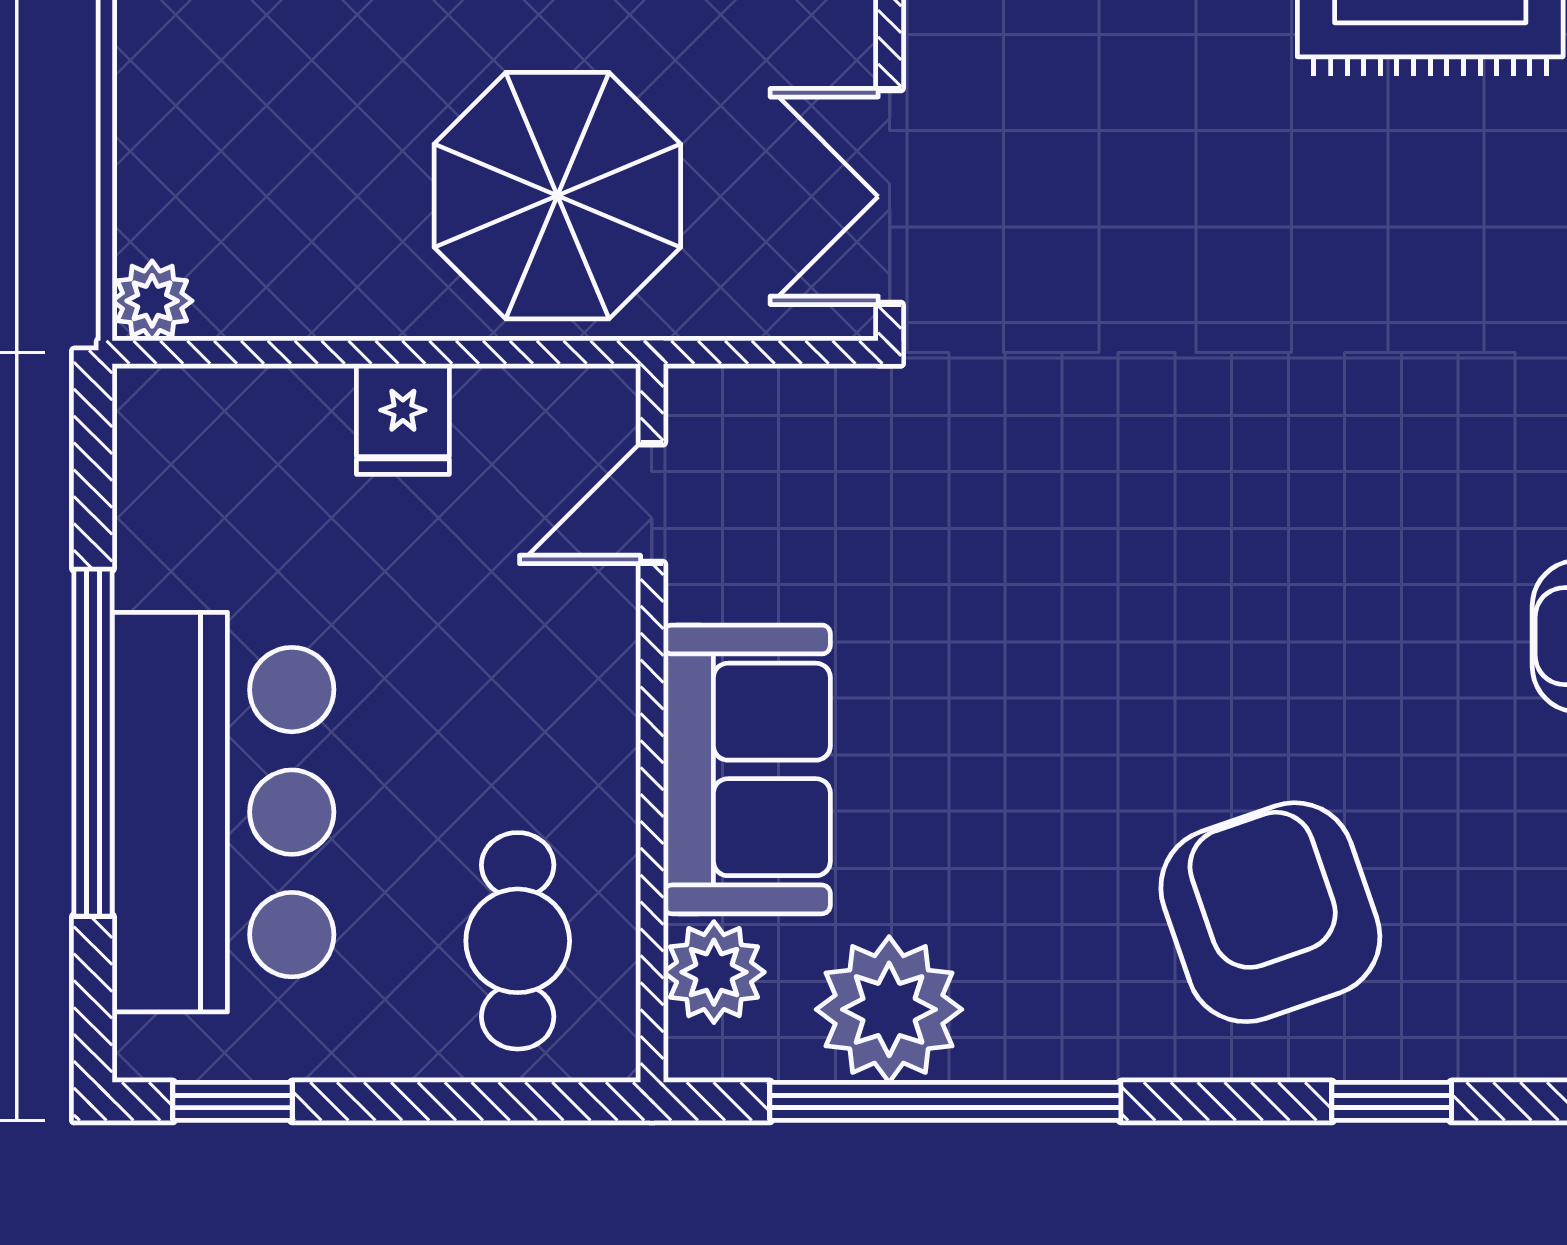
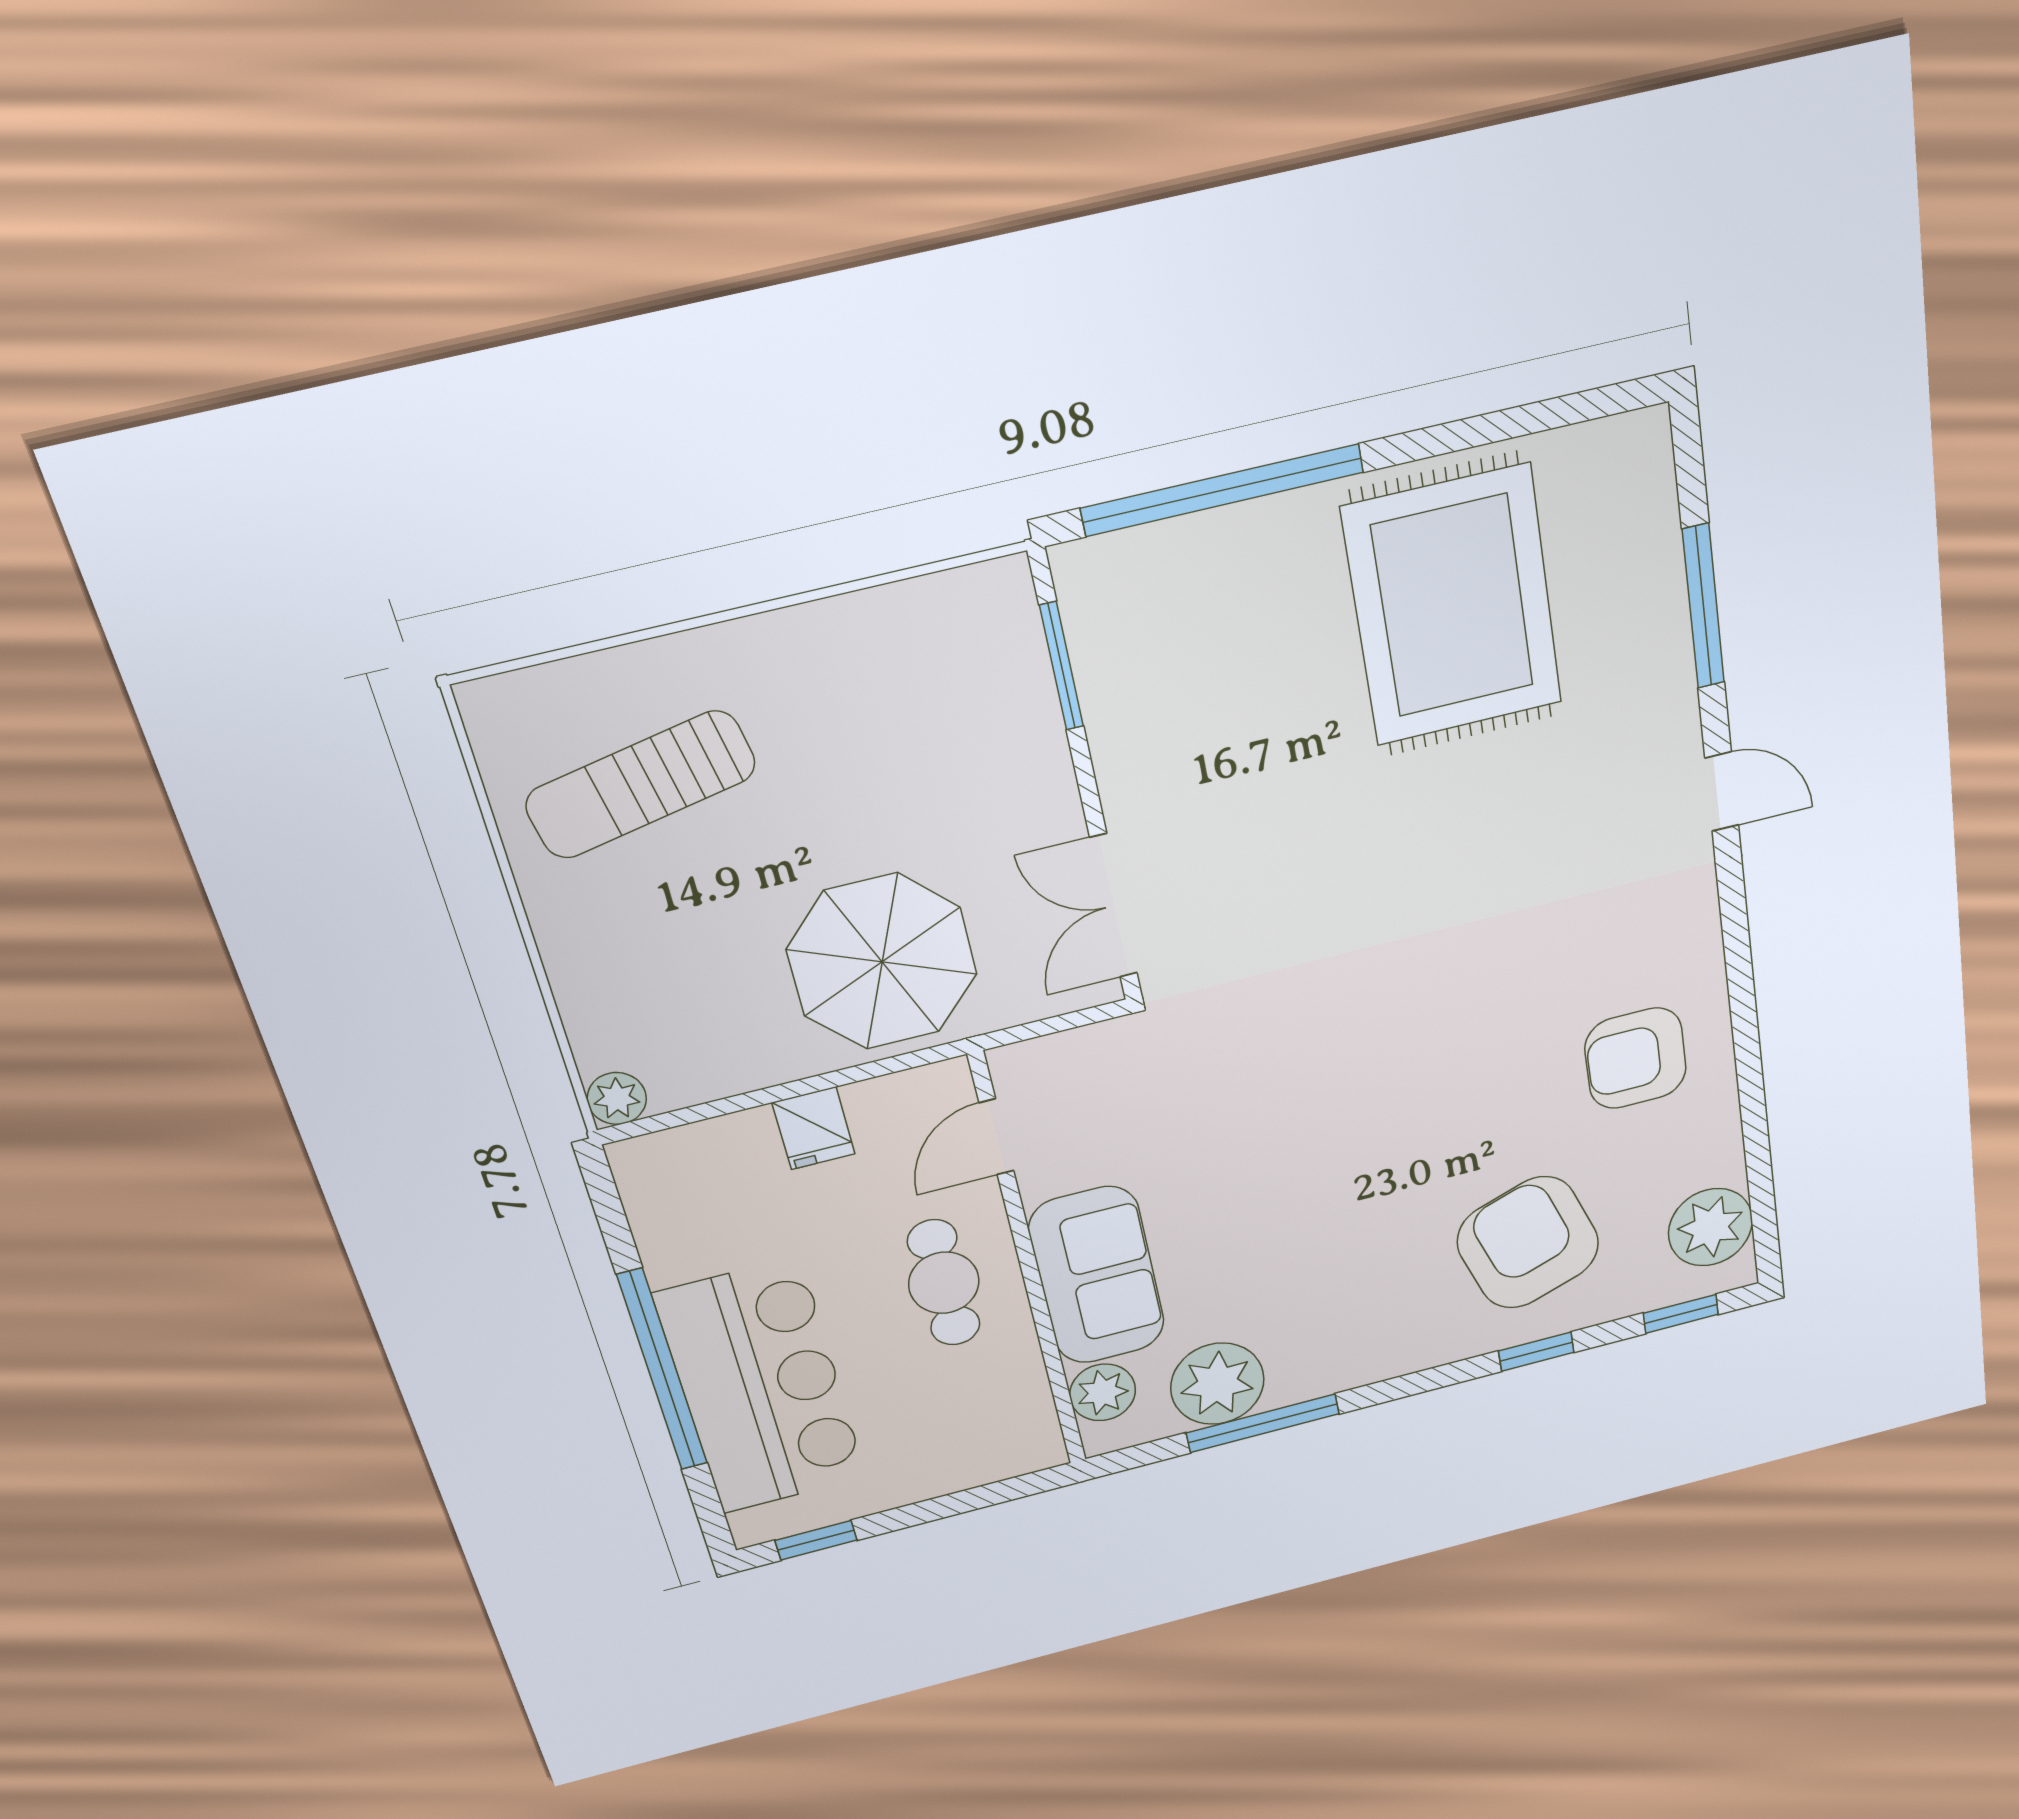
armchair: (1270, 912) -> (1528, 1243), moved
cafe table: (518, 941) -> (944, 1283), moved
window: (945, 1101) -> (1263, 1423), width x0.68

